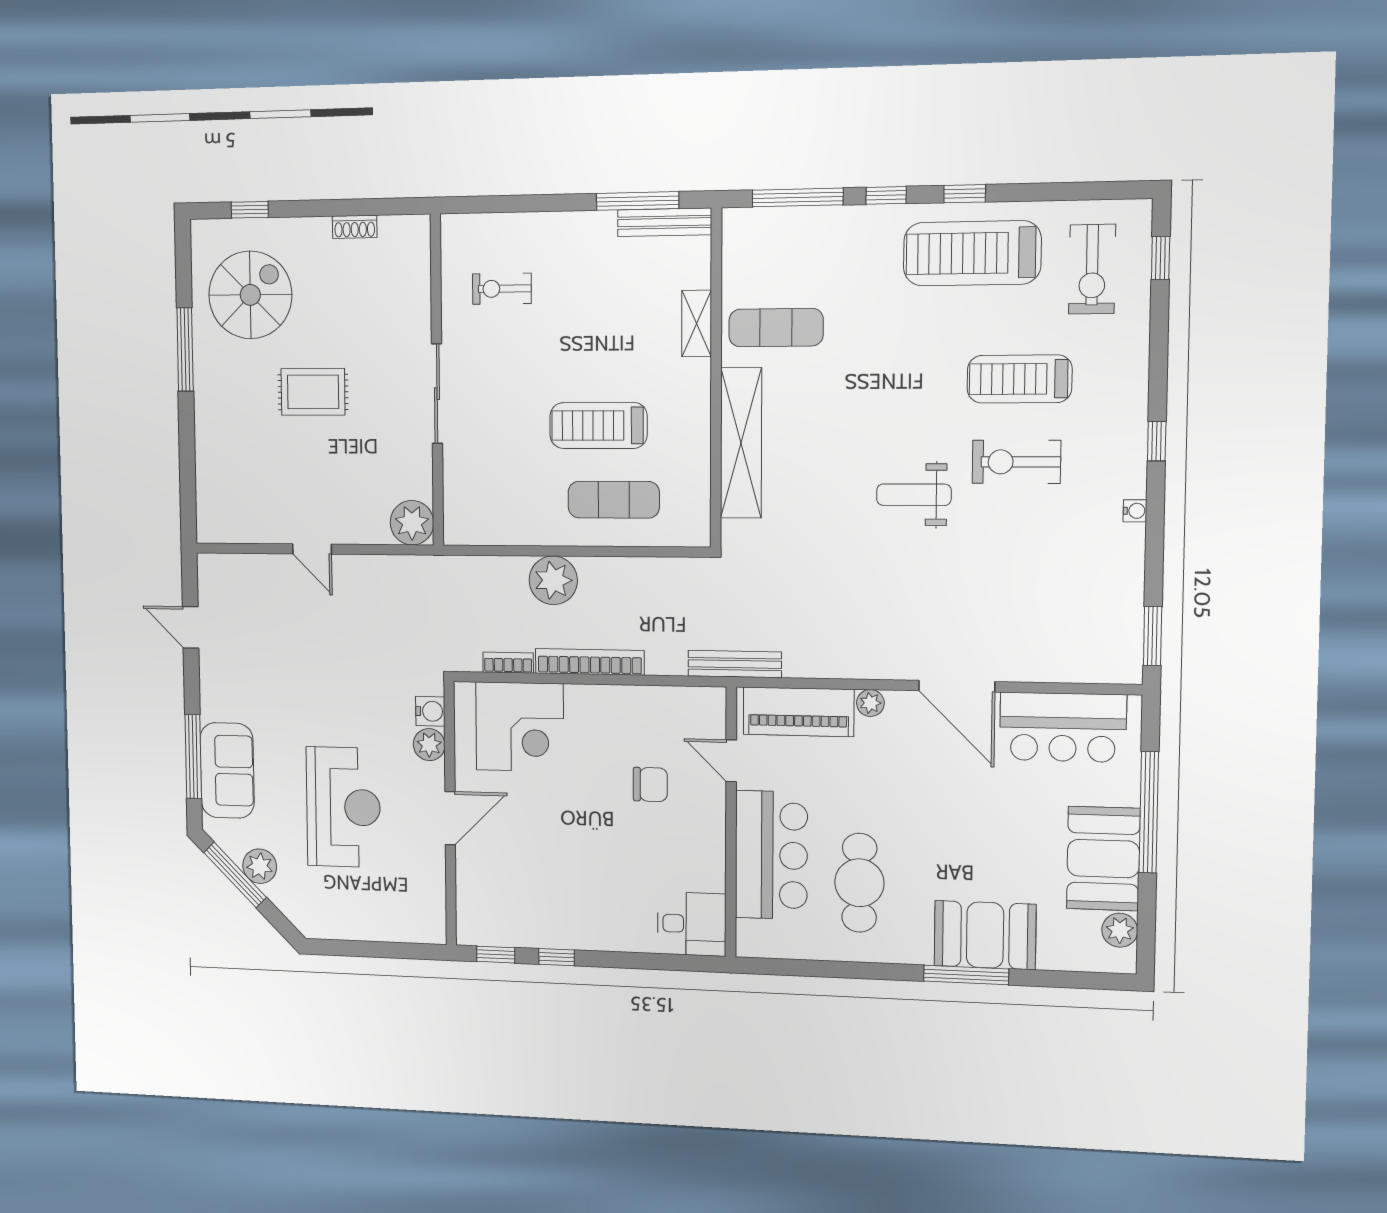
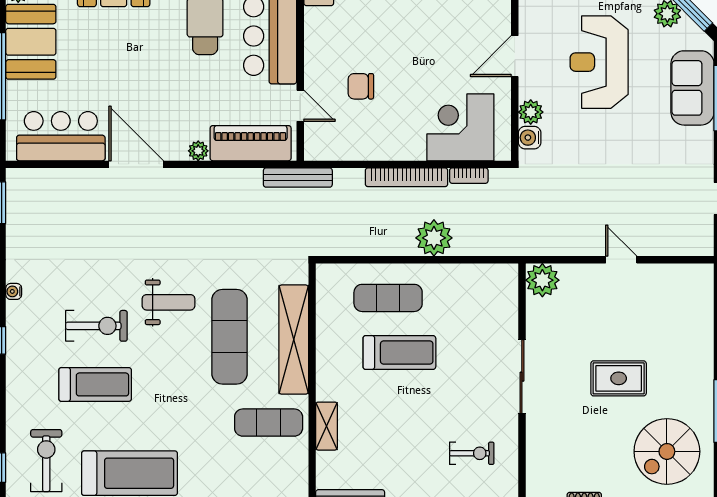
exercise mat: (829, 447) -> (229, 337), added

